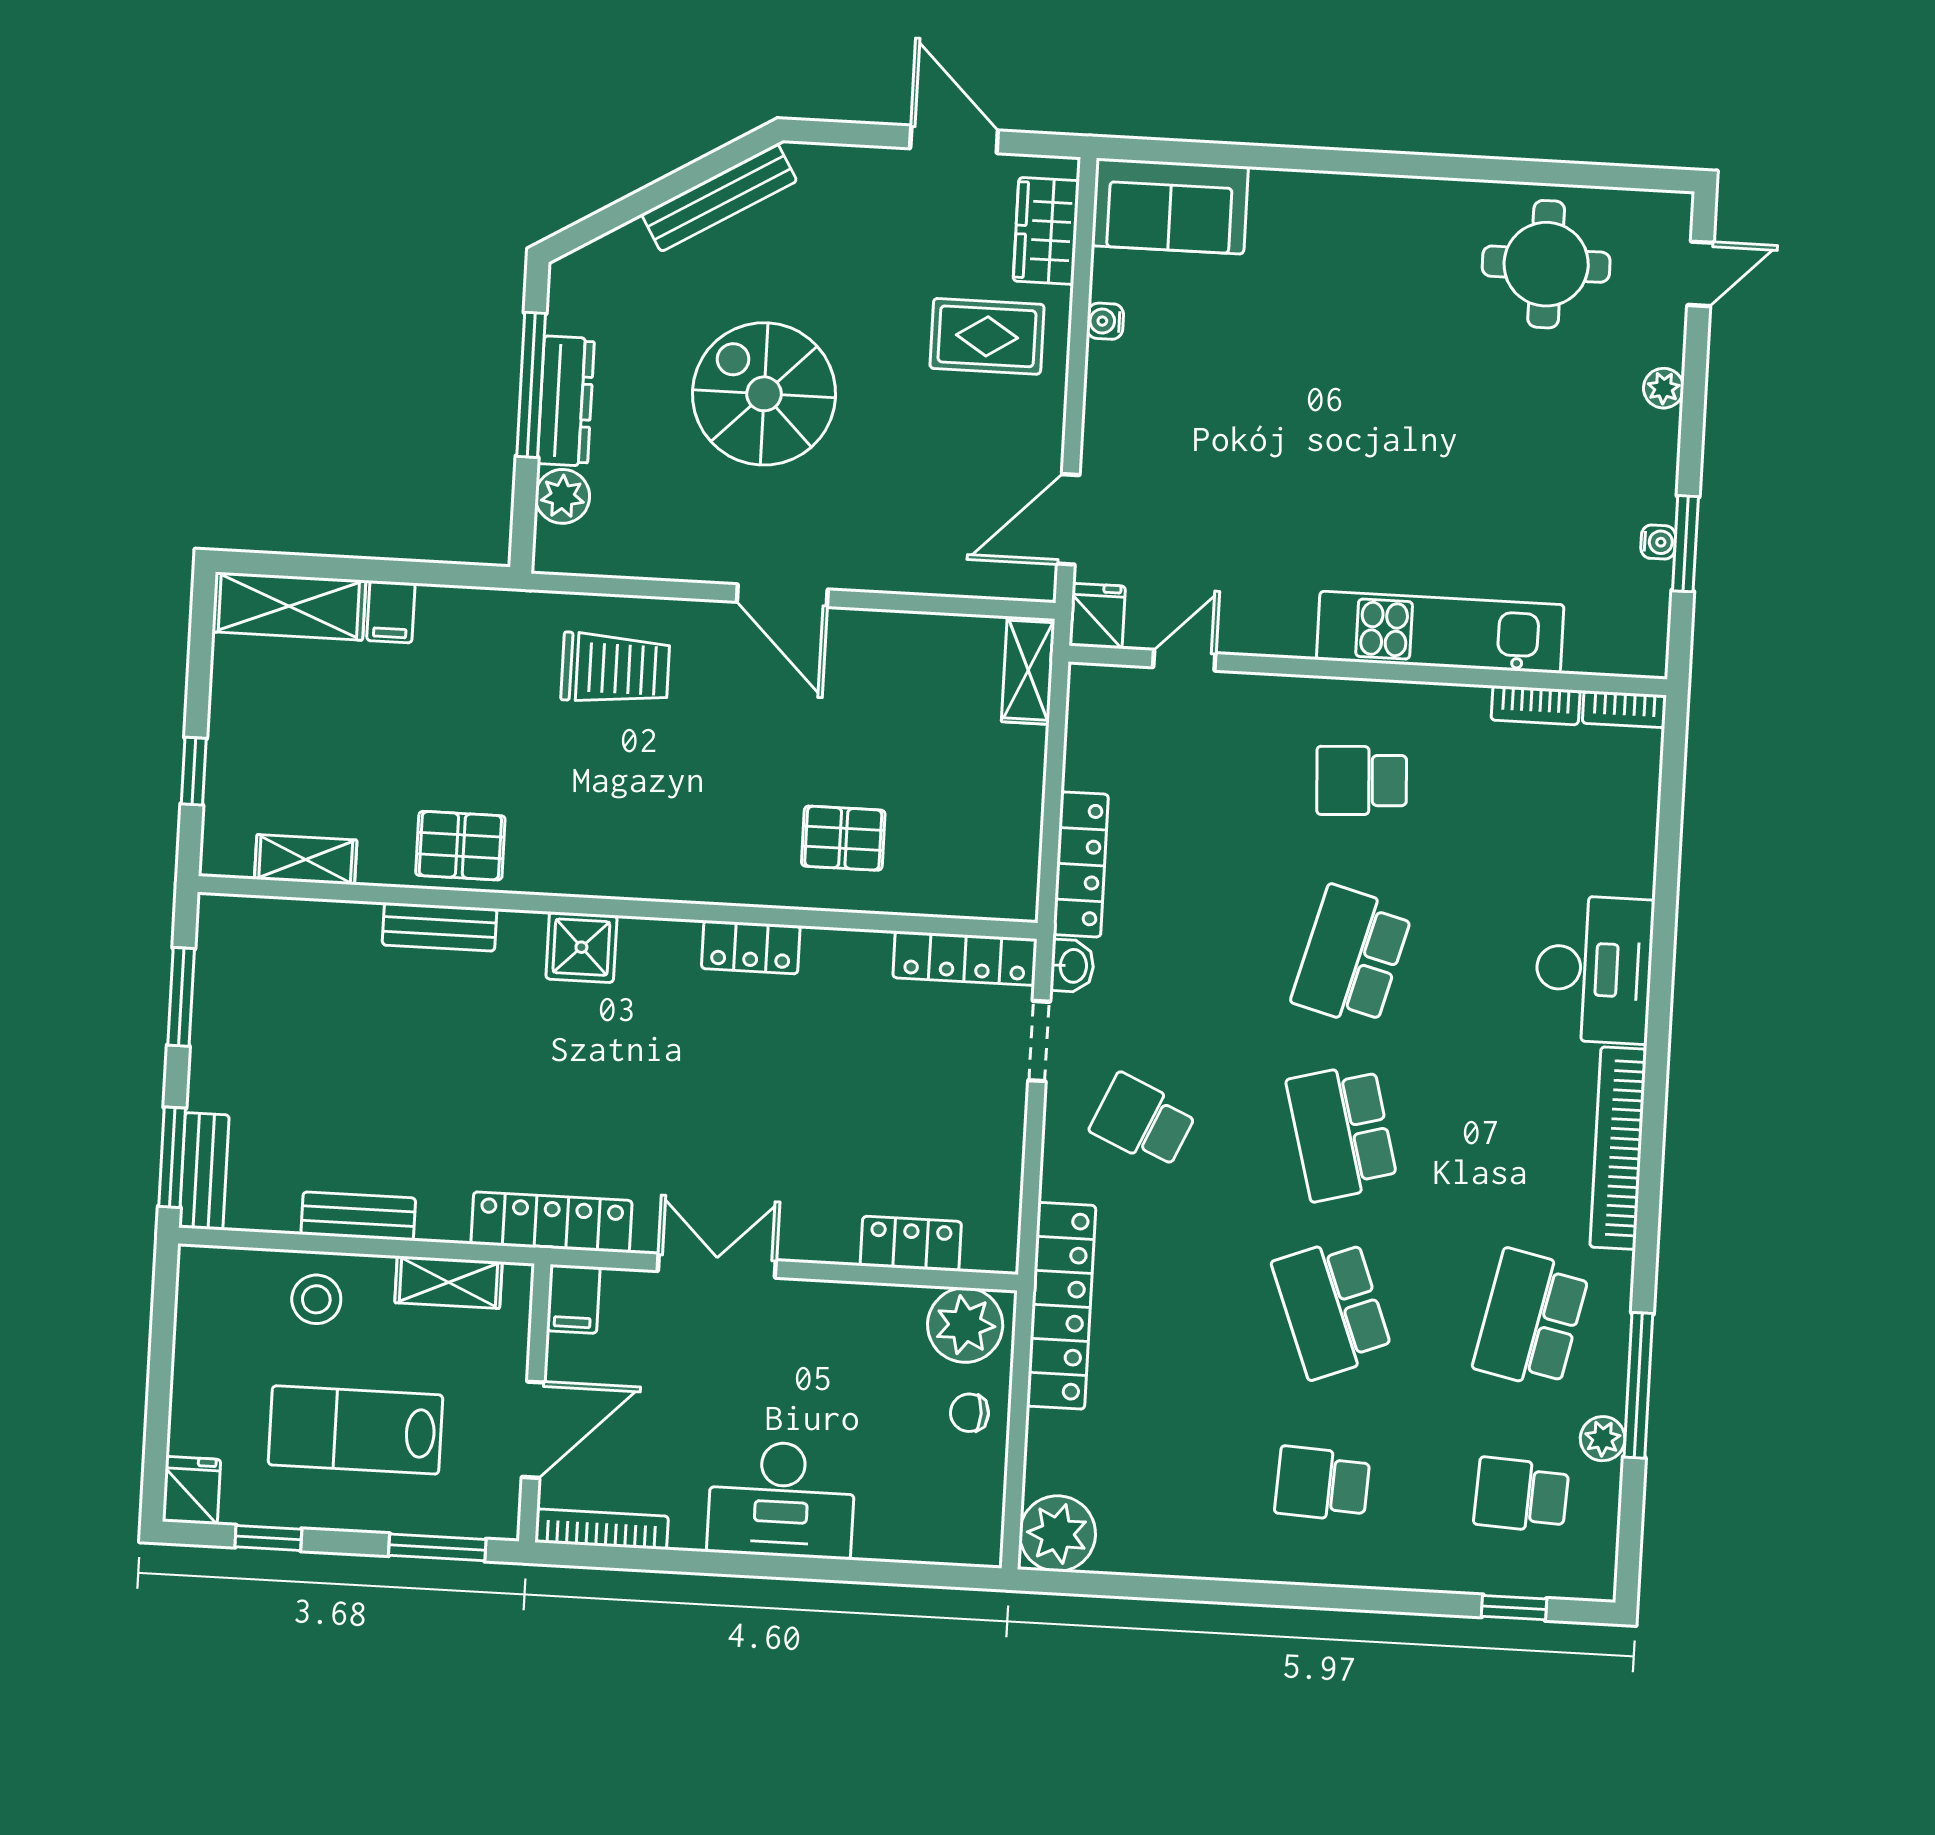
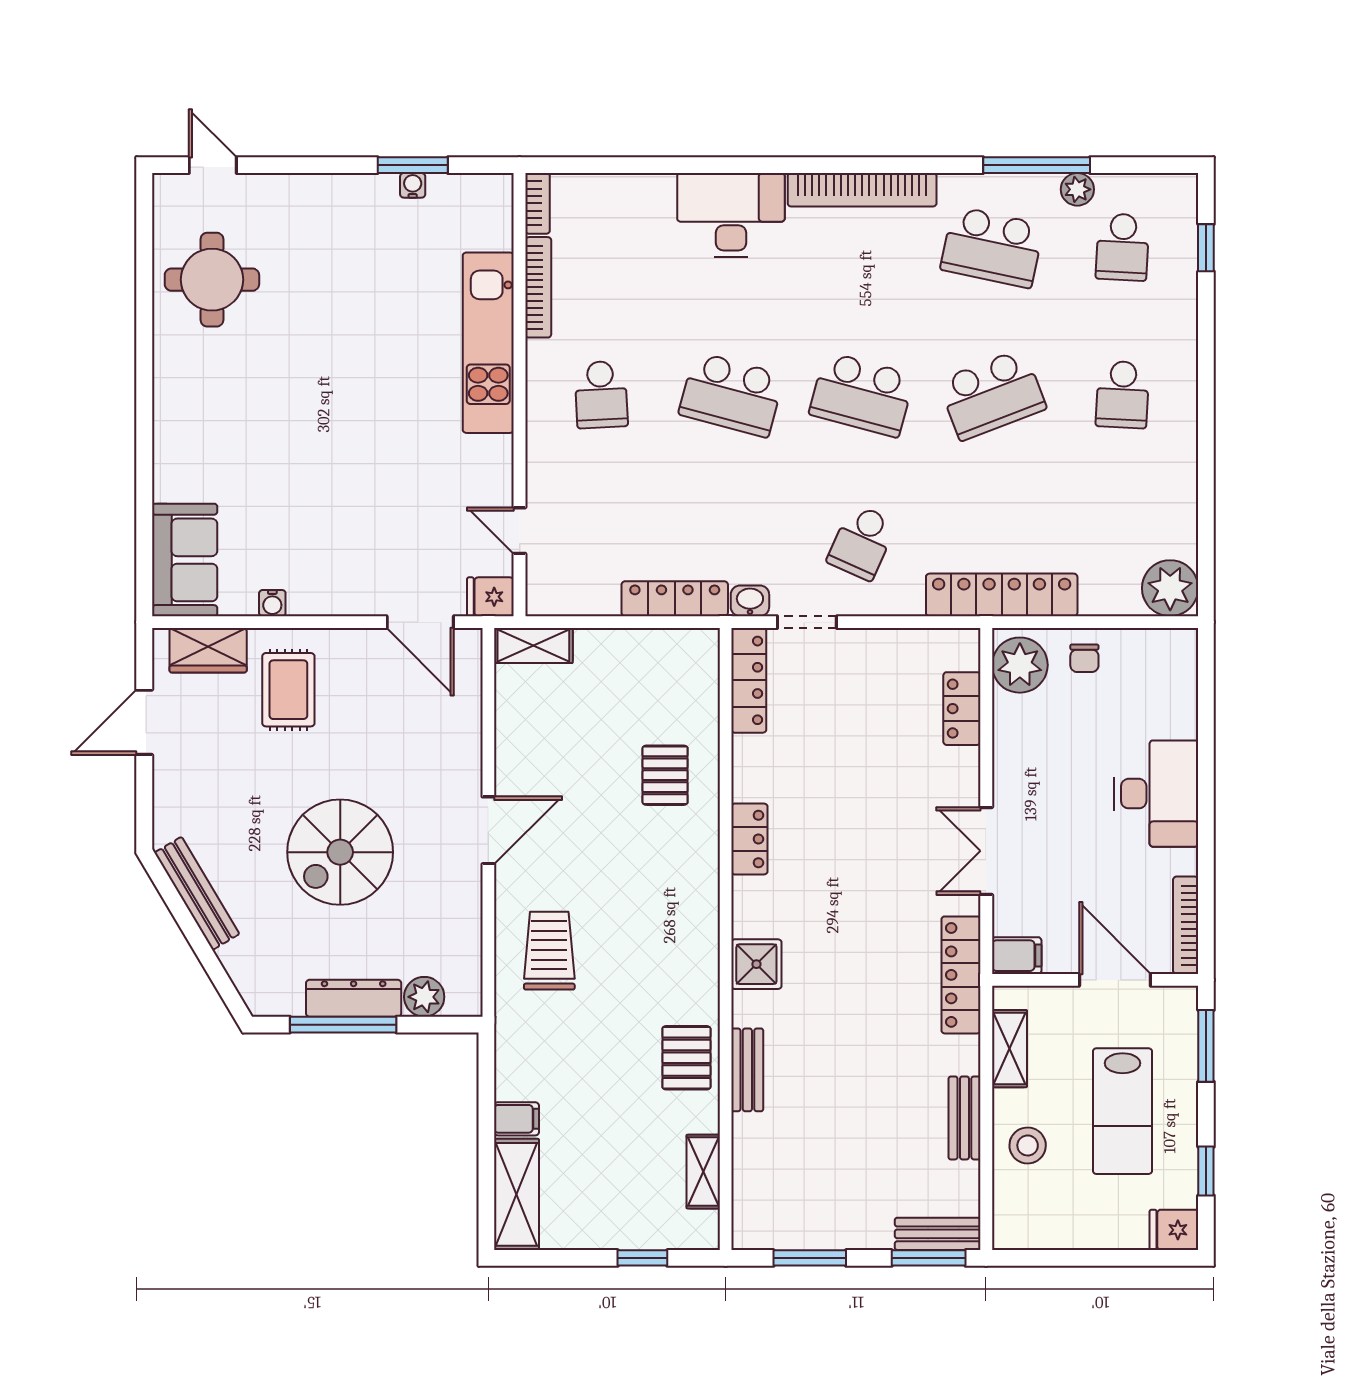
plant: (1664, 388) -> (299, 188), removed
bookcase: (1536, 705) -> (538, 287), width x1.56
school desk: (1342, 1132) -> (862, 395), turned 30

